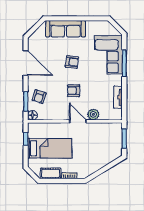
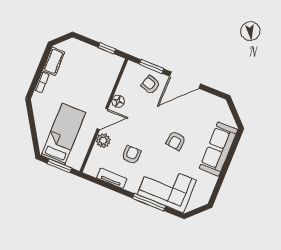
door: (26, 63) -> (185, 80), moved
armchair: (74, 91) -> (131, 155), moved
floor lamp: (33, 115) -> (118, 101), moved
bed: (50, 148) -> (63, 134), moved, turned 180

